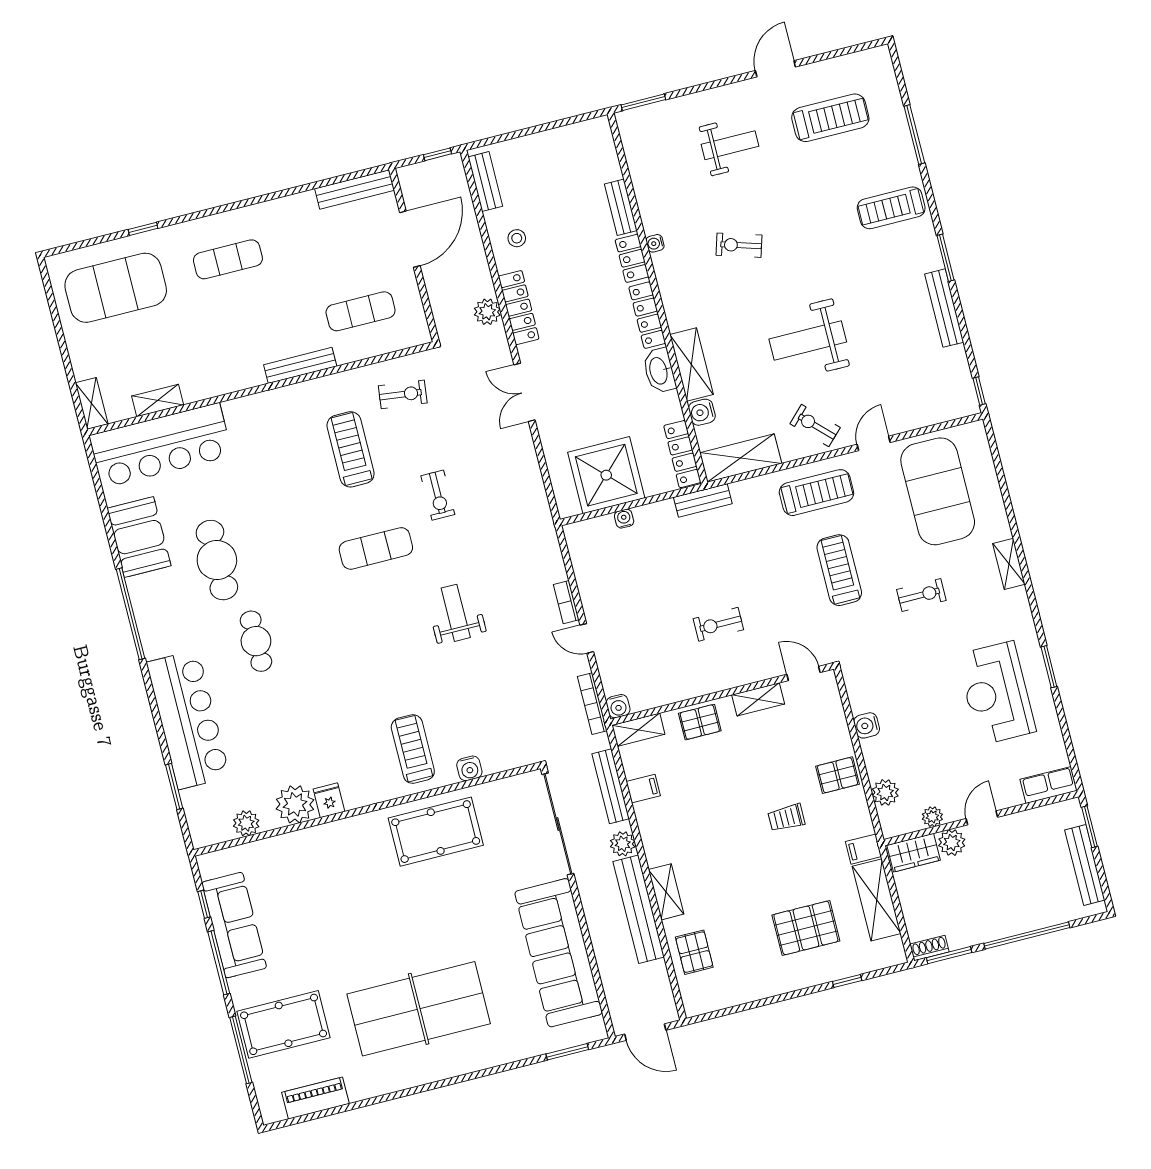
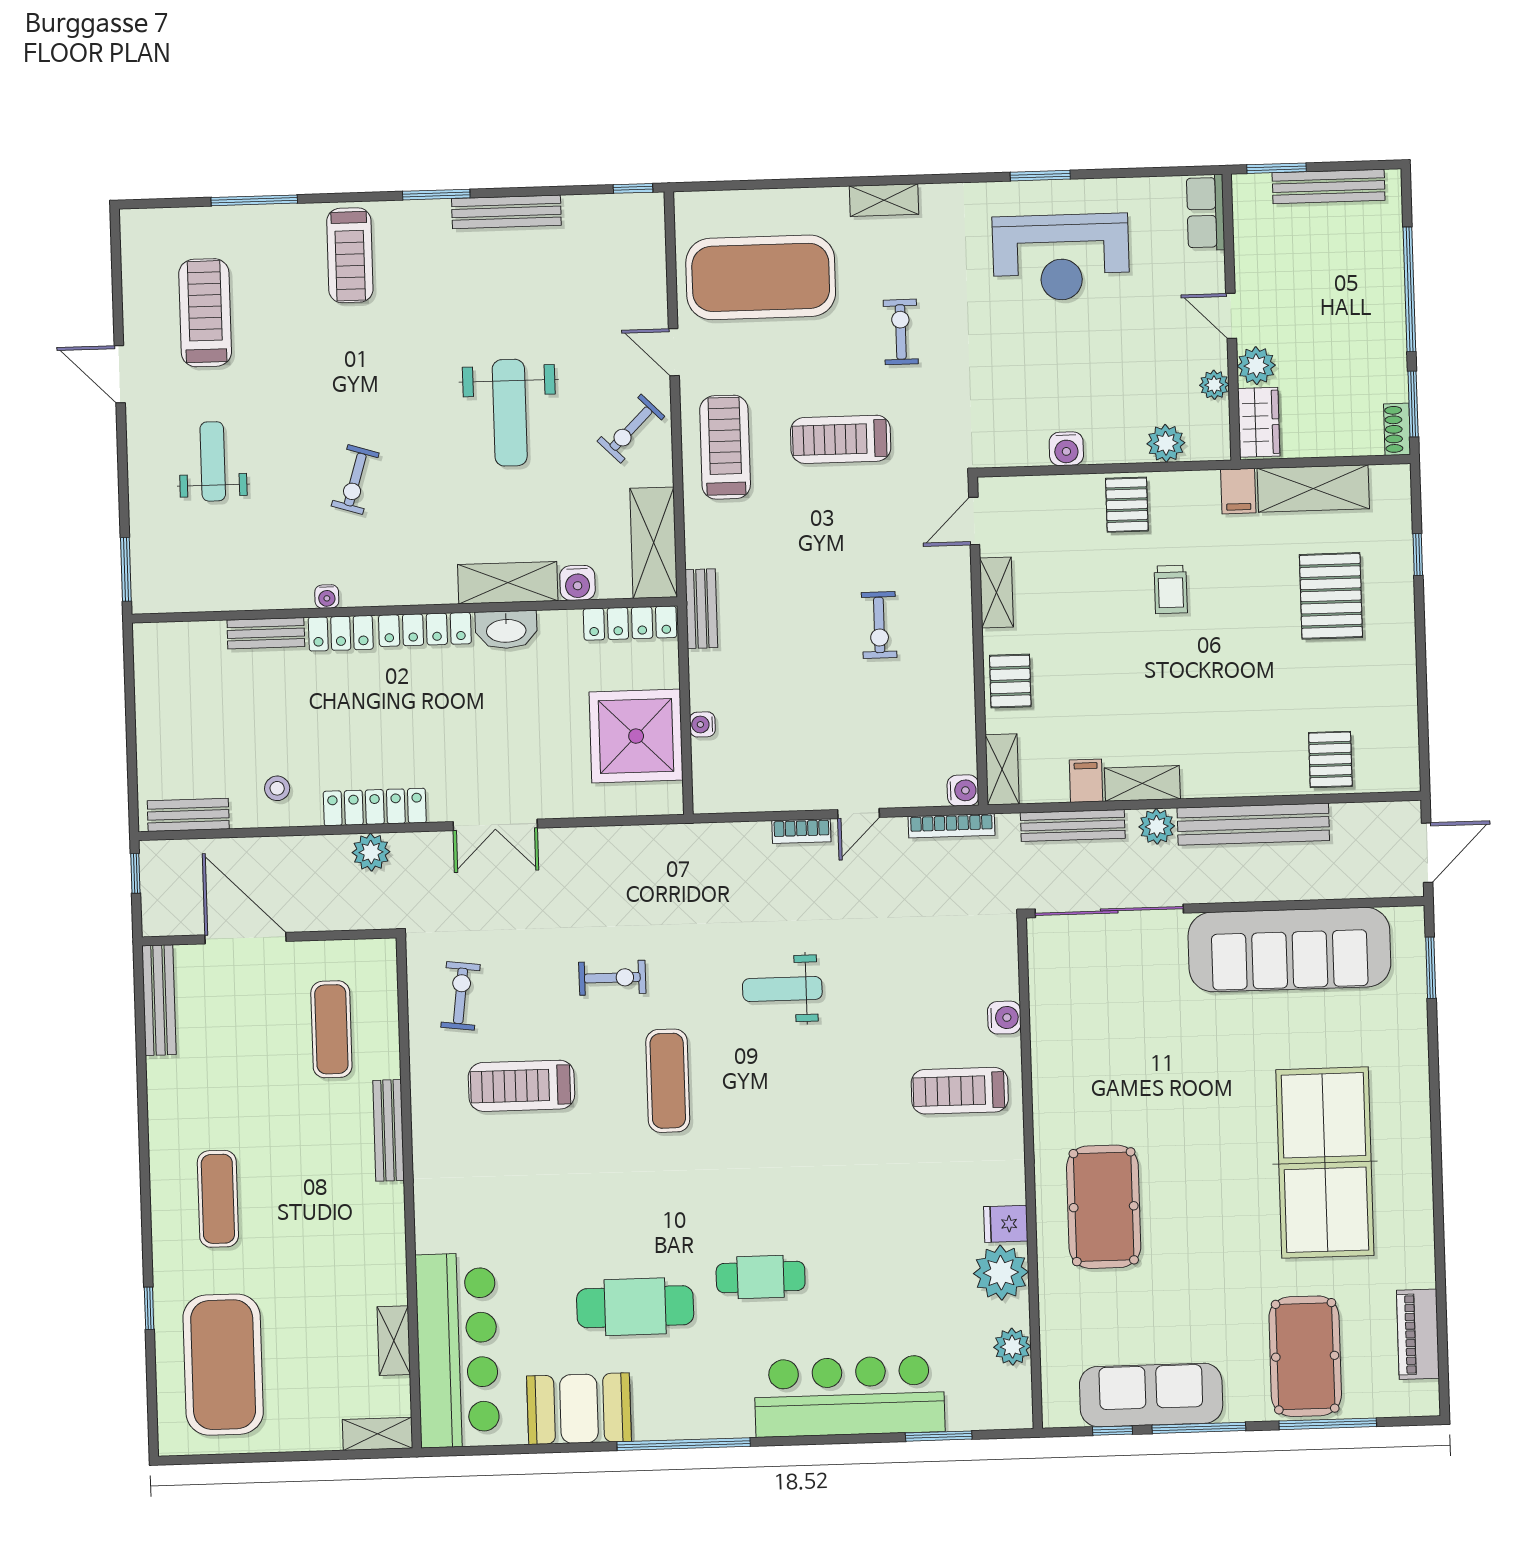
pool table: (436, 832) -> (1104, 1207), moved
shelving: (666, 892) -> (1142, 783), moved
pallet: (694, 952) -> (1330, 759), turned 90

